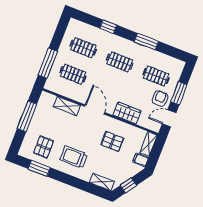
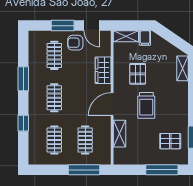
window: (27, 116) -> (162, 170), moved
trolley: (74, 157) -> (146, 105), moved
window: (128, 185) -> (176, 40), removed

